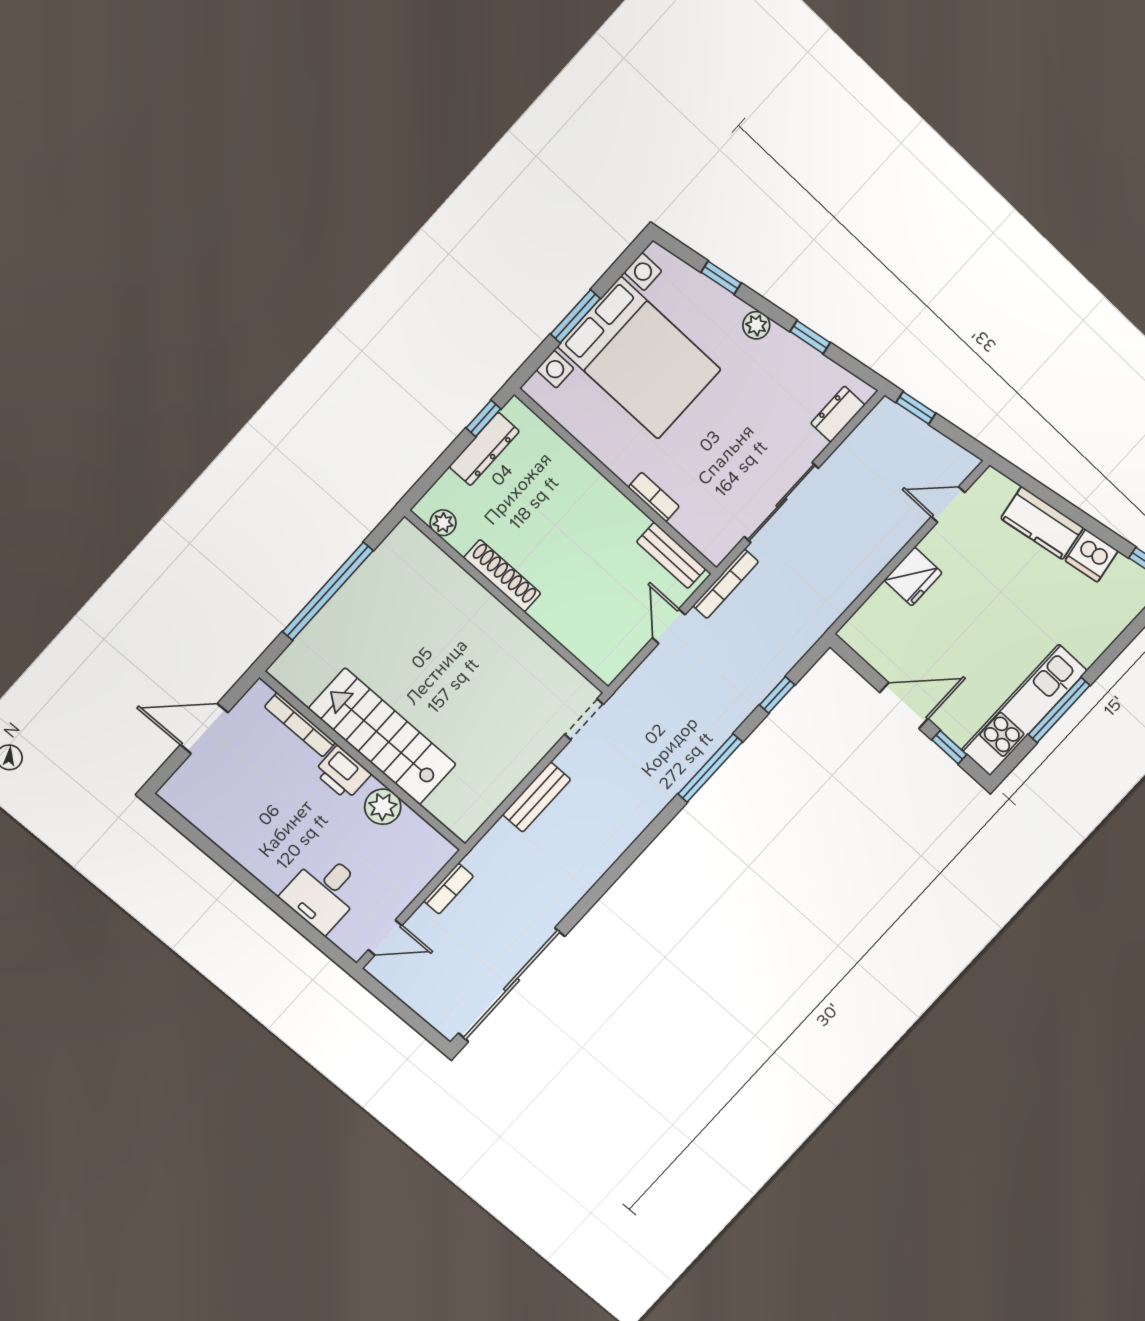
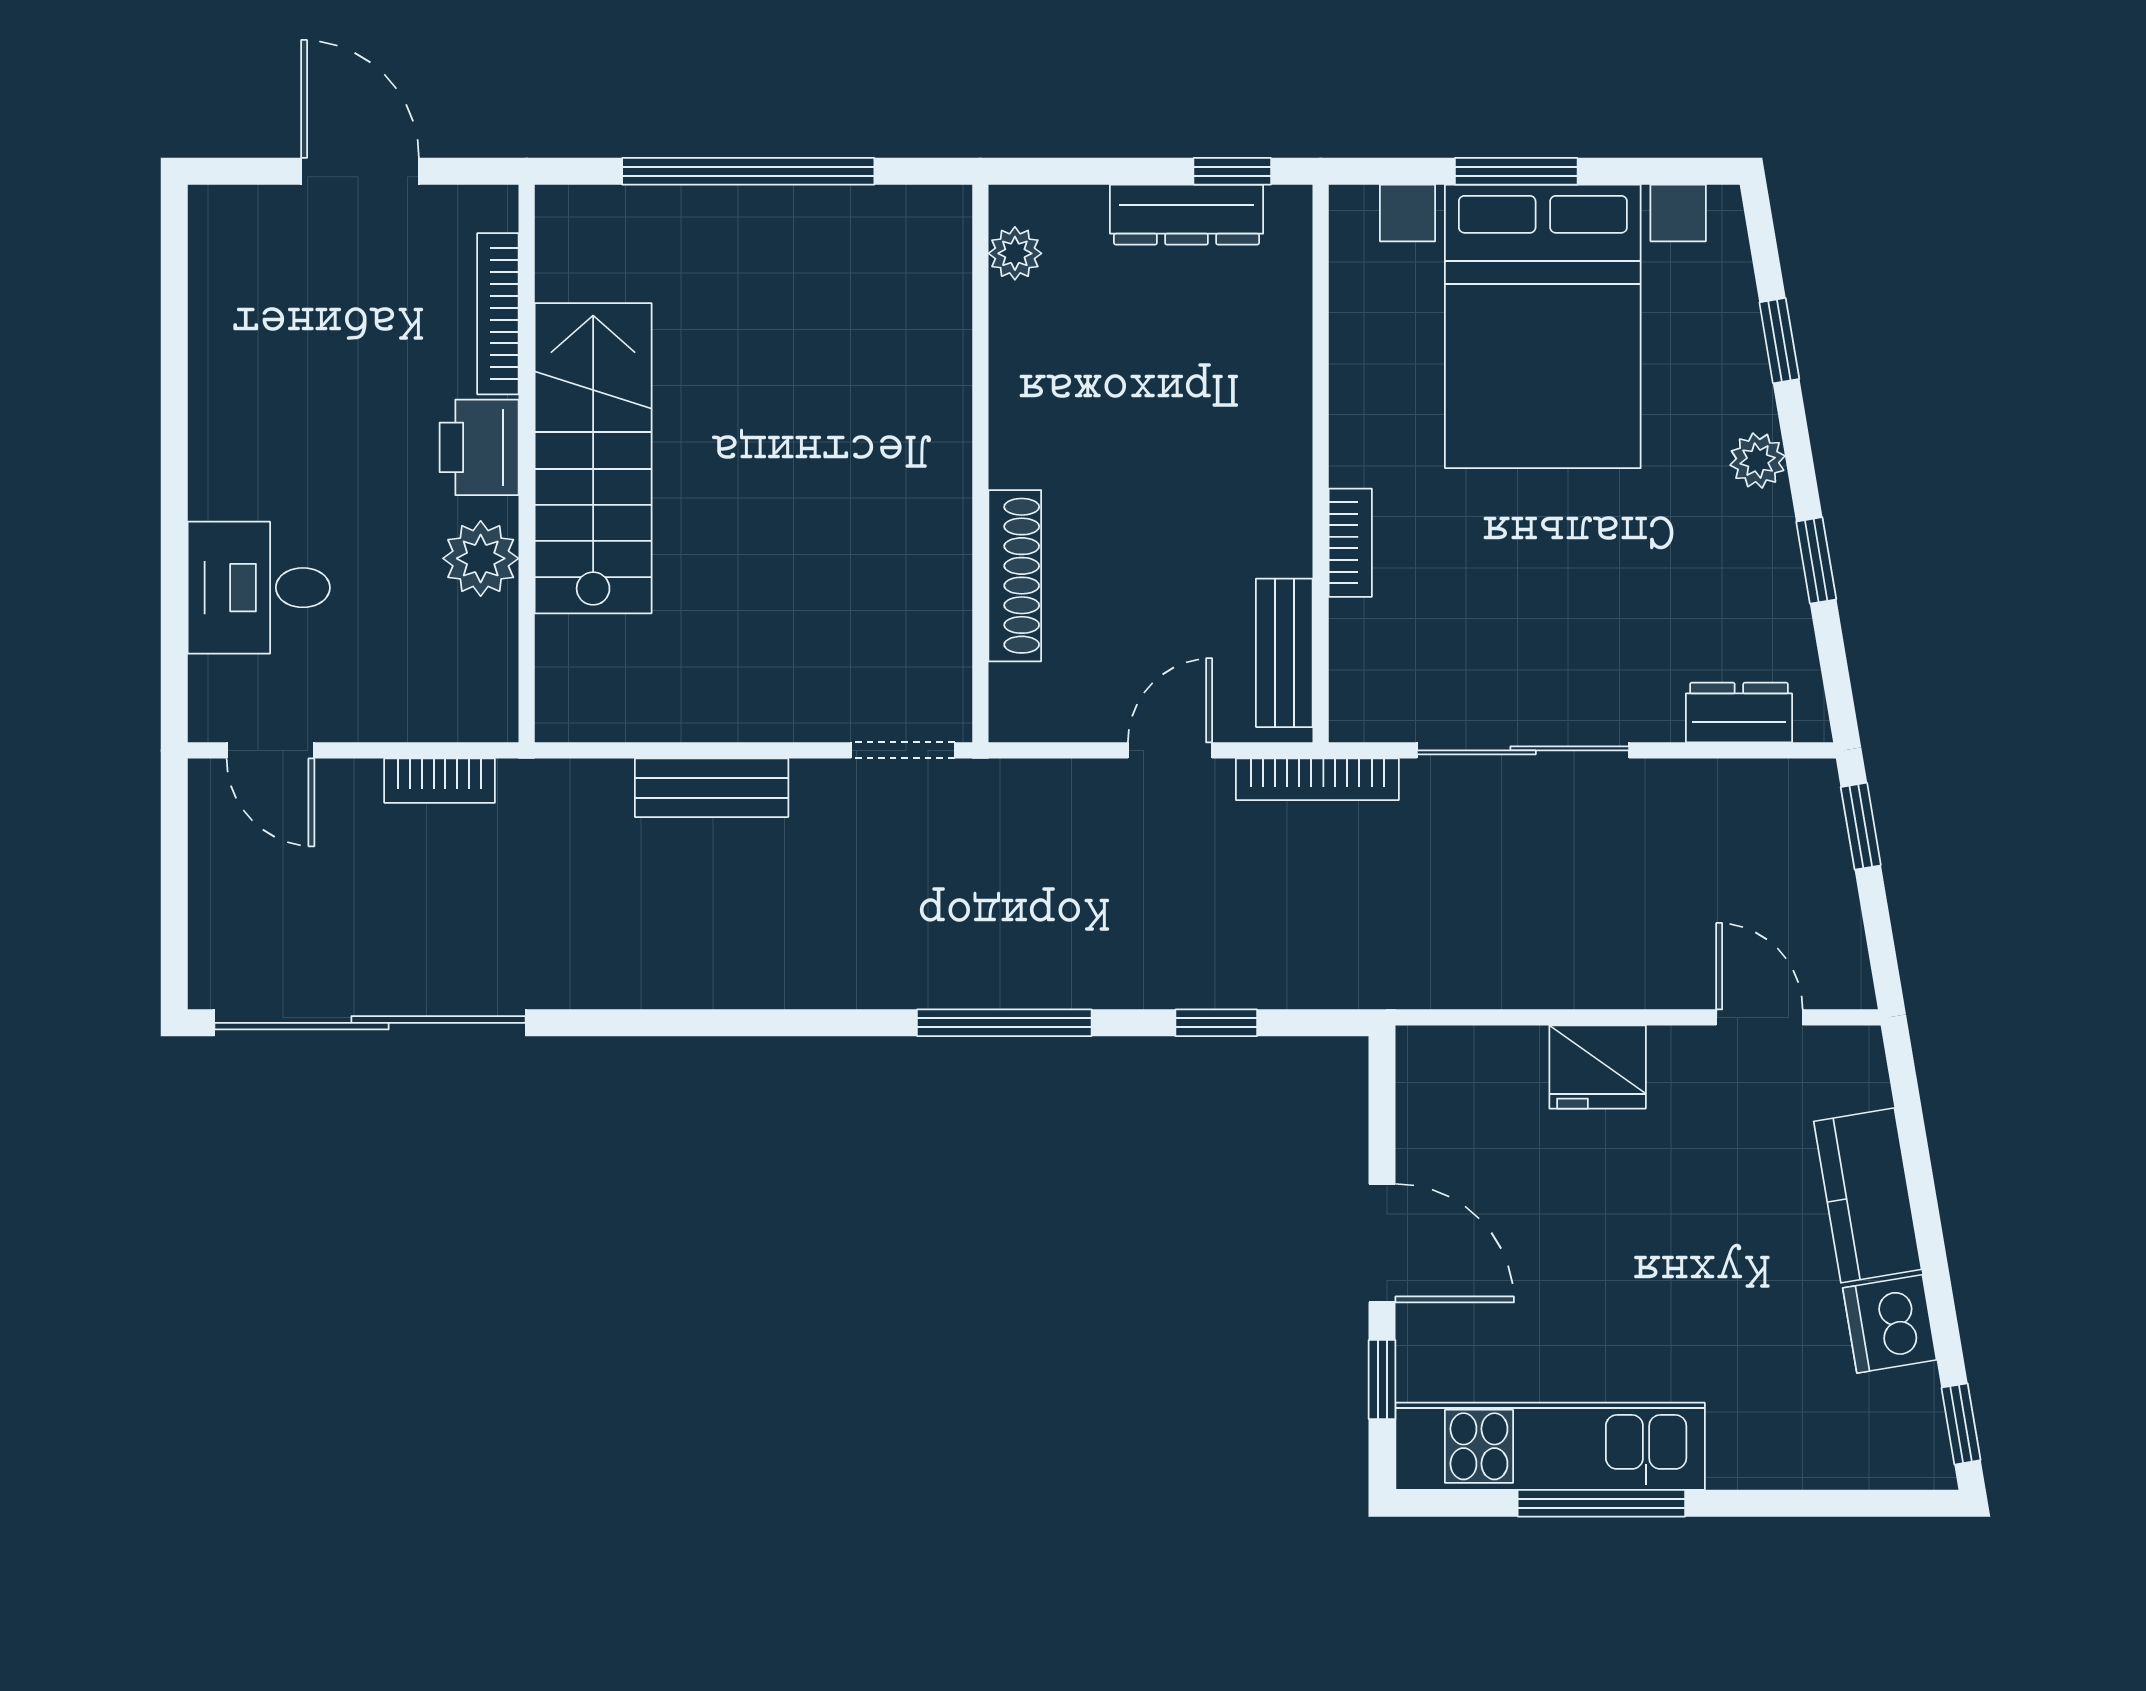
shoe rack: (502, 576) -> (1015, 576), moved

